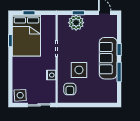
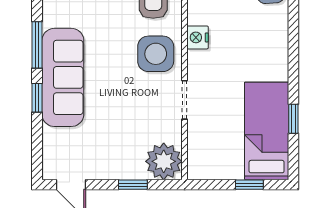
plant: (76, 23) -> (164, 161), moved
bed: (26, 35) -> (267, 131), width x0.67
side table: (79, 70) -> (156, 54), moved

